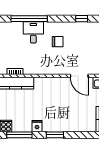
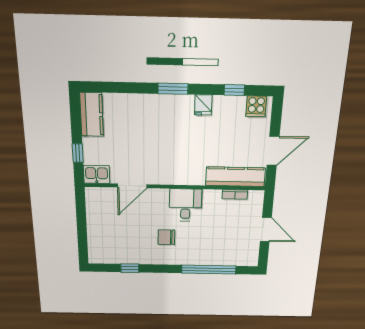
desk: (33, 32) -> (185, 205), moved, turned 180
door: (79, 76) -> (132, 186), swing flipped
window: (19, 135) -> (234, 90), width x0.46

